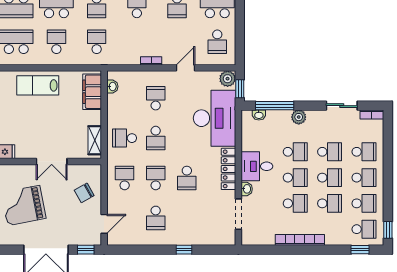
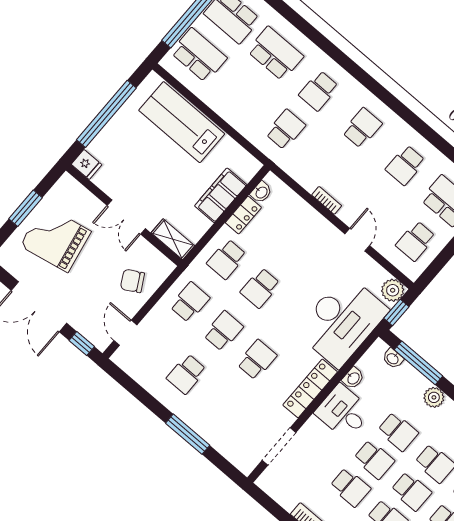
school desk: (56, 42) -> (242, 92), removed
door: (185, 68) -> (357, 240), hinge flipped
lab bench: (38, 85) -> (182, 122), width x1.36, depth x1.39
filing cabinet: (92, 92) -> (221, 195), moved
school desk: (156, 98) -> (297, 245), removed
locker: (113, 107) -> (243, 215), added
school desk: (125, 138) -> (227, 259), turned -90
shelving: (95, 140) -> (173, 239), moved, turned 90
school desk: (187, 178) -> (257, 360), turned 180
washbasin: (247, 189) -> (353, 378), moved
door: (104, 224) -> (125, 333), swing flipped
window: (184, 250) -> (188, 434), width x2.17

